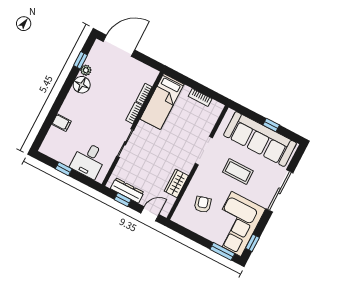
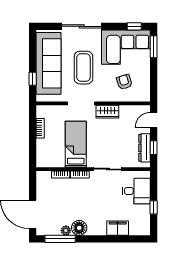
window: (81, 60) -> (60, 239), width x2.17
bed: (162, 102) -> (76, 144), moved, turned -90
filing cabinet: (62, 123) -> (118, 228), width x2.00
window: (271, 125) -> (33, 79), moved
coffee table: (238, 171) -> (83, 68), width x1.36, depth x1.32
wardrobe: (176, 183) -> (107, 112), moved
armchair: (203, 204) -> (124, 82), turned 88
door: (150, 214) -> (154, 120), hinge flipped

